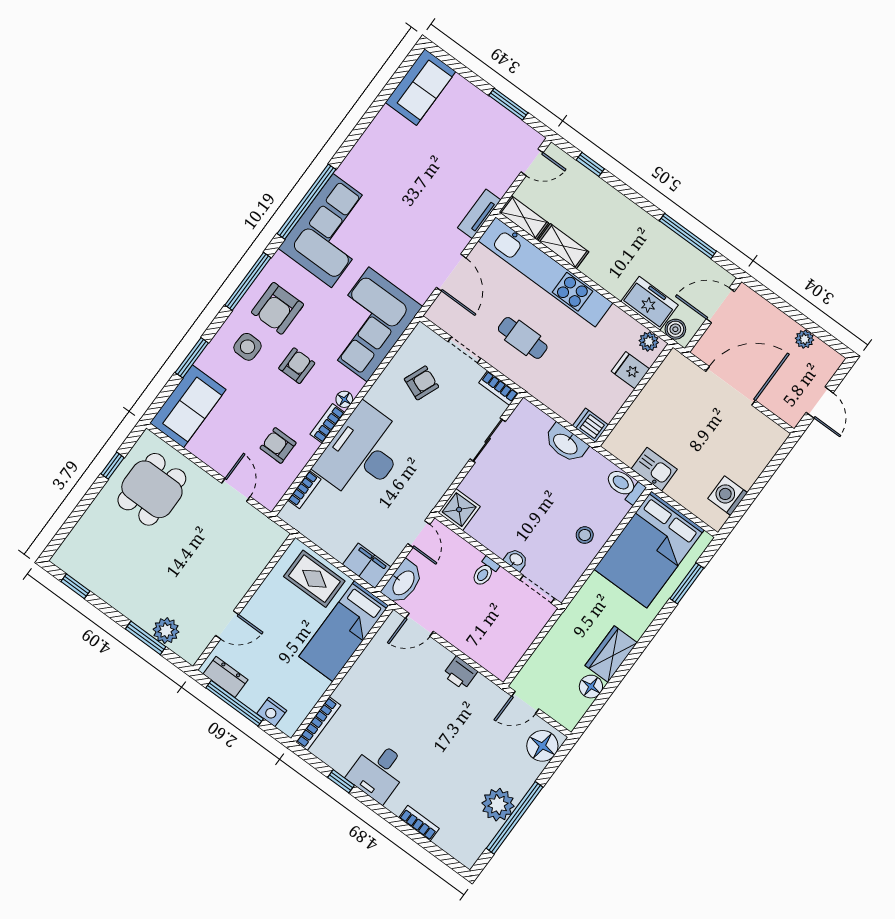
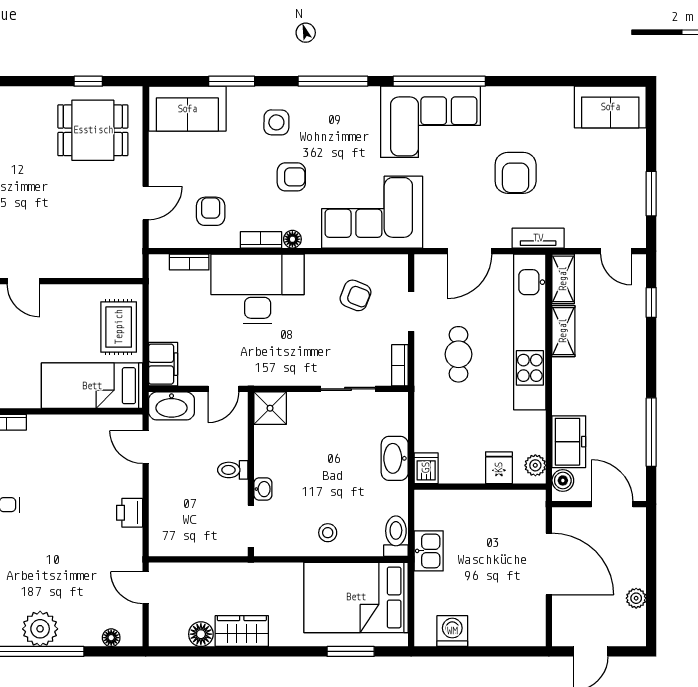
armchair: (277, 308) -> (516, 173), moved, turned -90
floor lamp: (542, 746) -> (111, 638), width x0.53, depth x0.53

